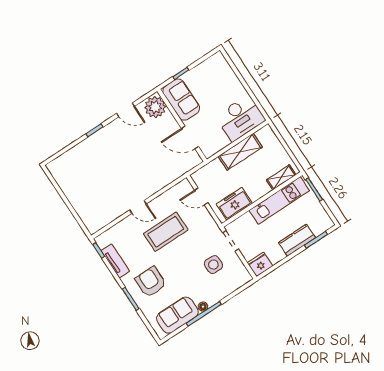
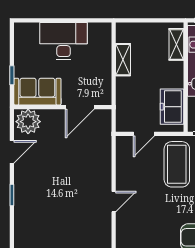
desk: (240, 118) -> (64, 41), moved, turned -90
shelving: (240, 152) -> (123, 60), width x0.67, depth x0.75
coffee table: (166, 232) -> (177, 164), moved

